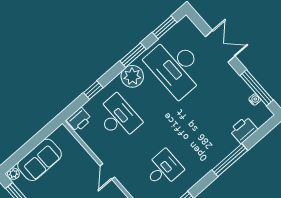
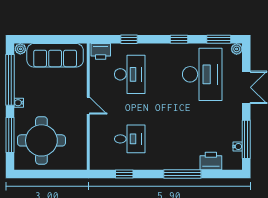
window: (133, 55) -> (179, 39), width x0.67
desk: (176, 67) -> (202, 74), turned 180
plant: (132, 76) -> (237, 49), moved, width x0.53, depth x0.53
sofa: (40, 160) -> (55, 55), width x1.36
door: (107, 171) -> (88, 106), swing flipped

